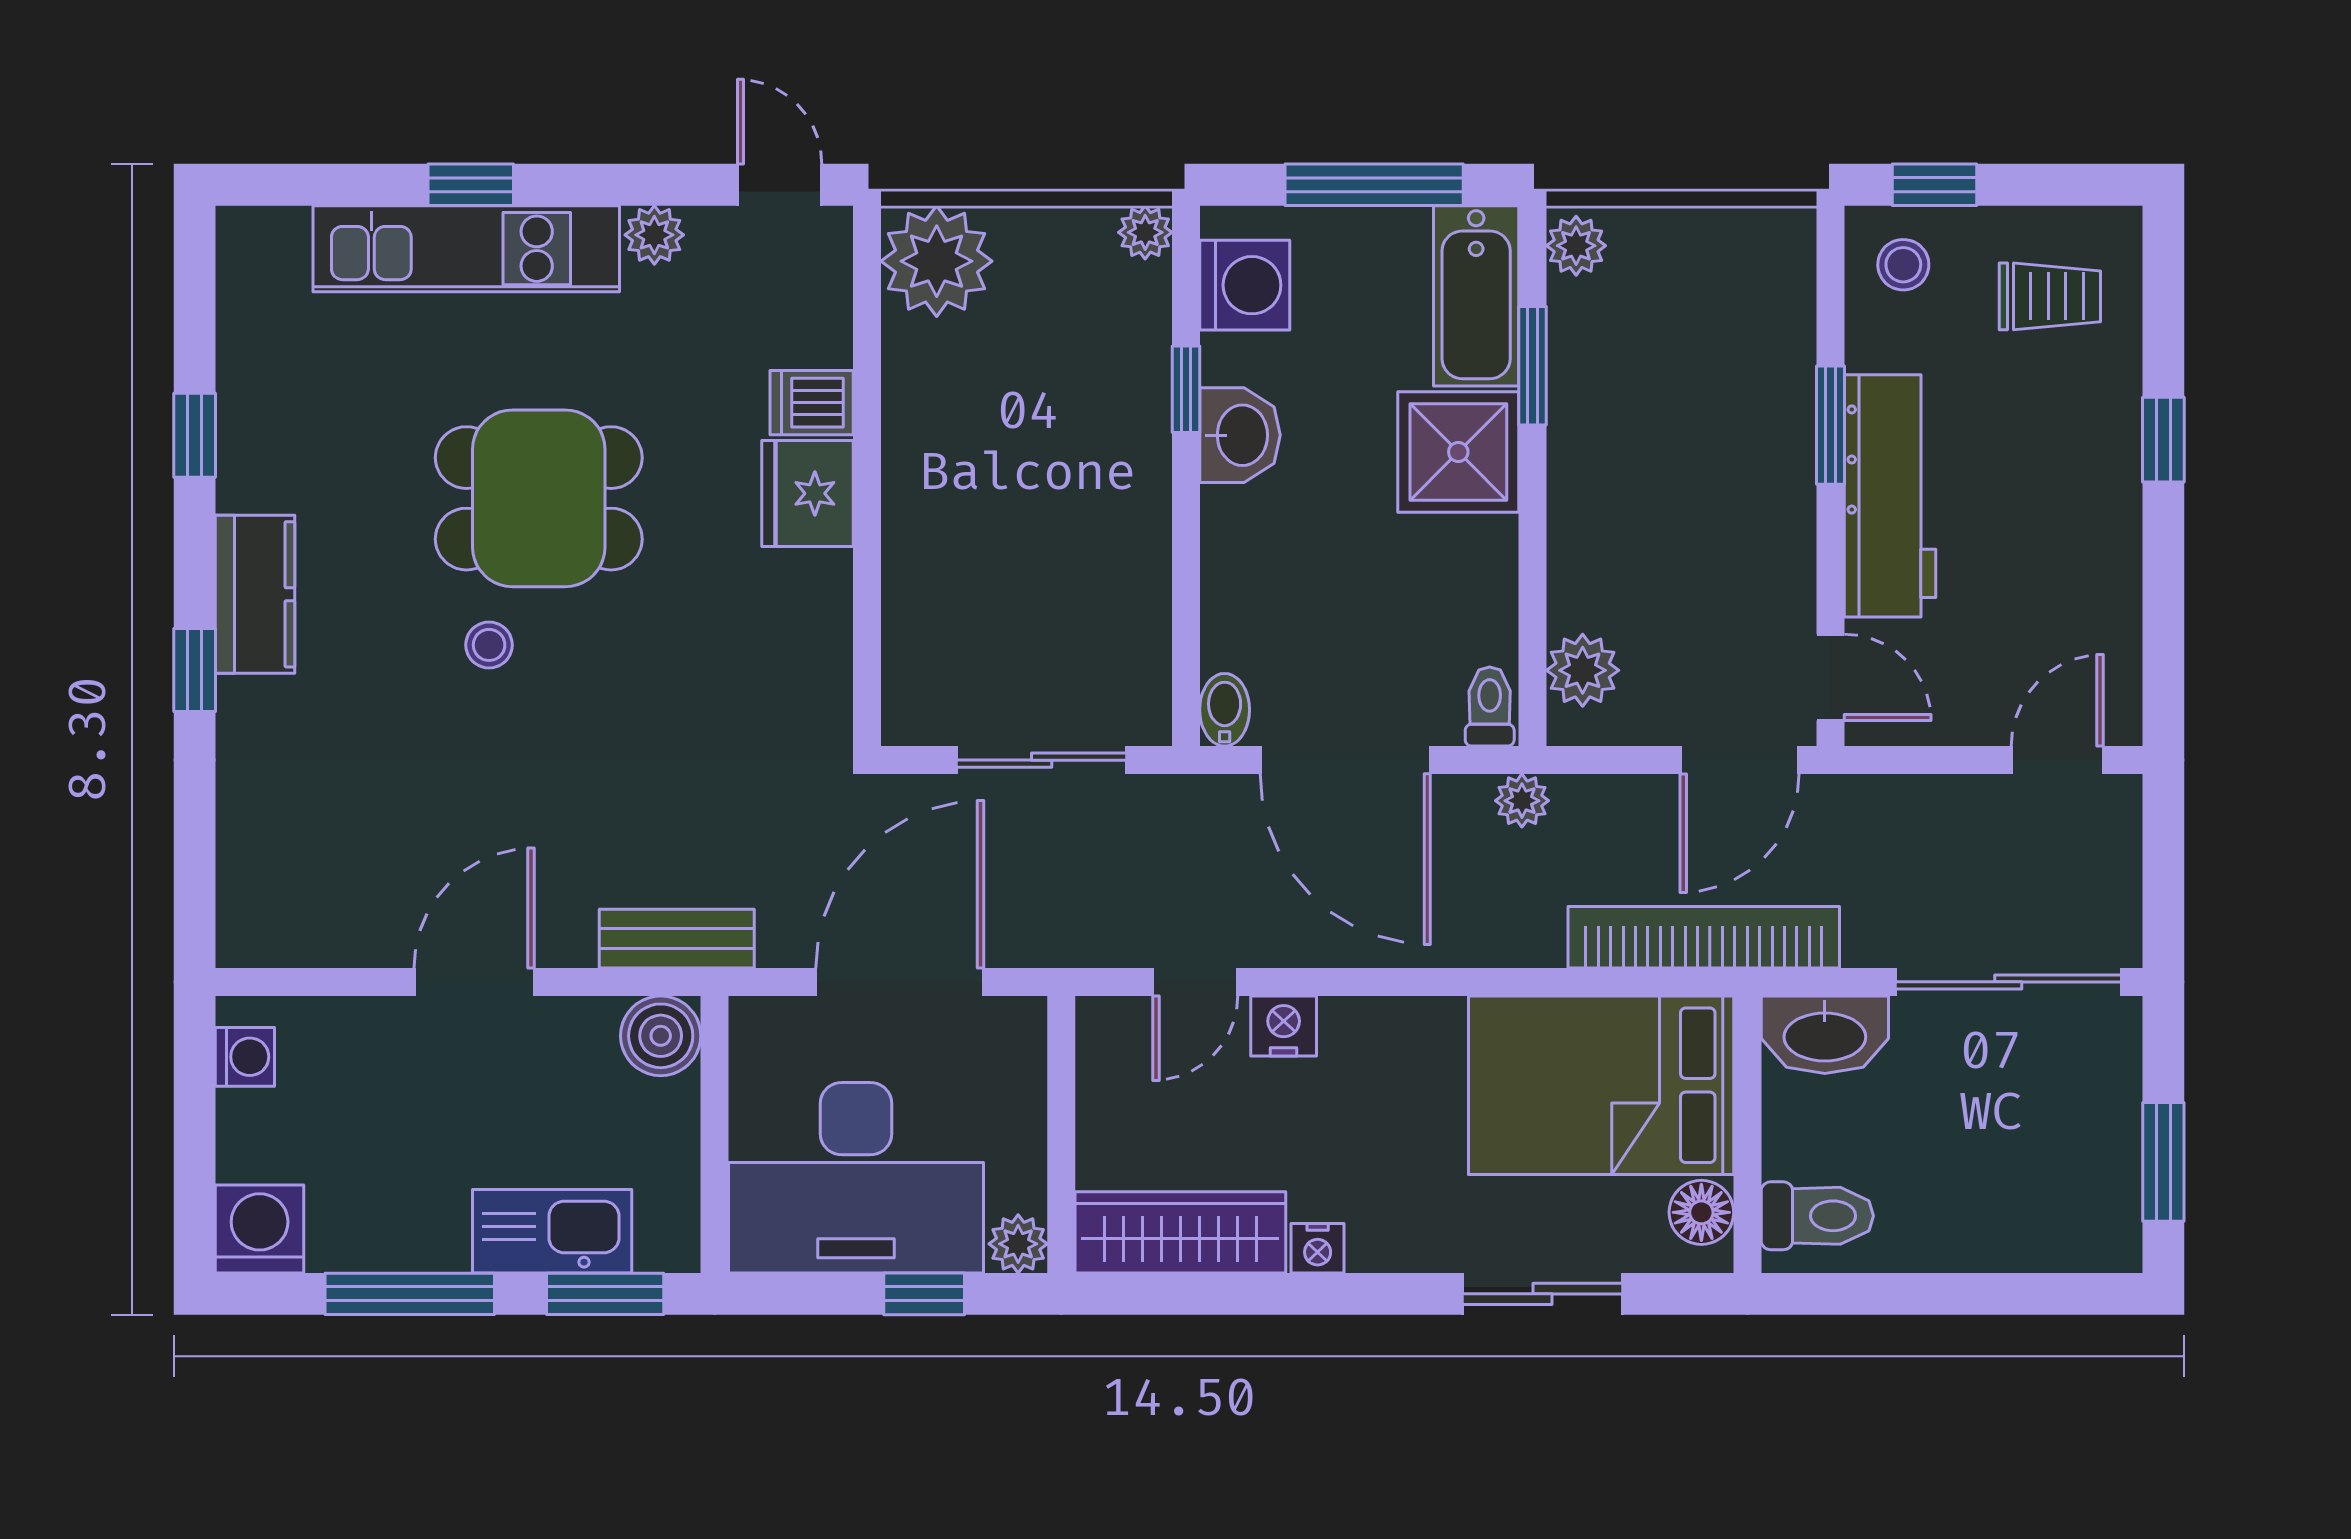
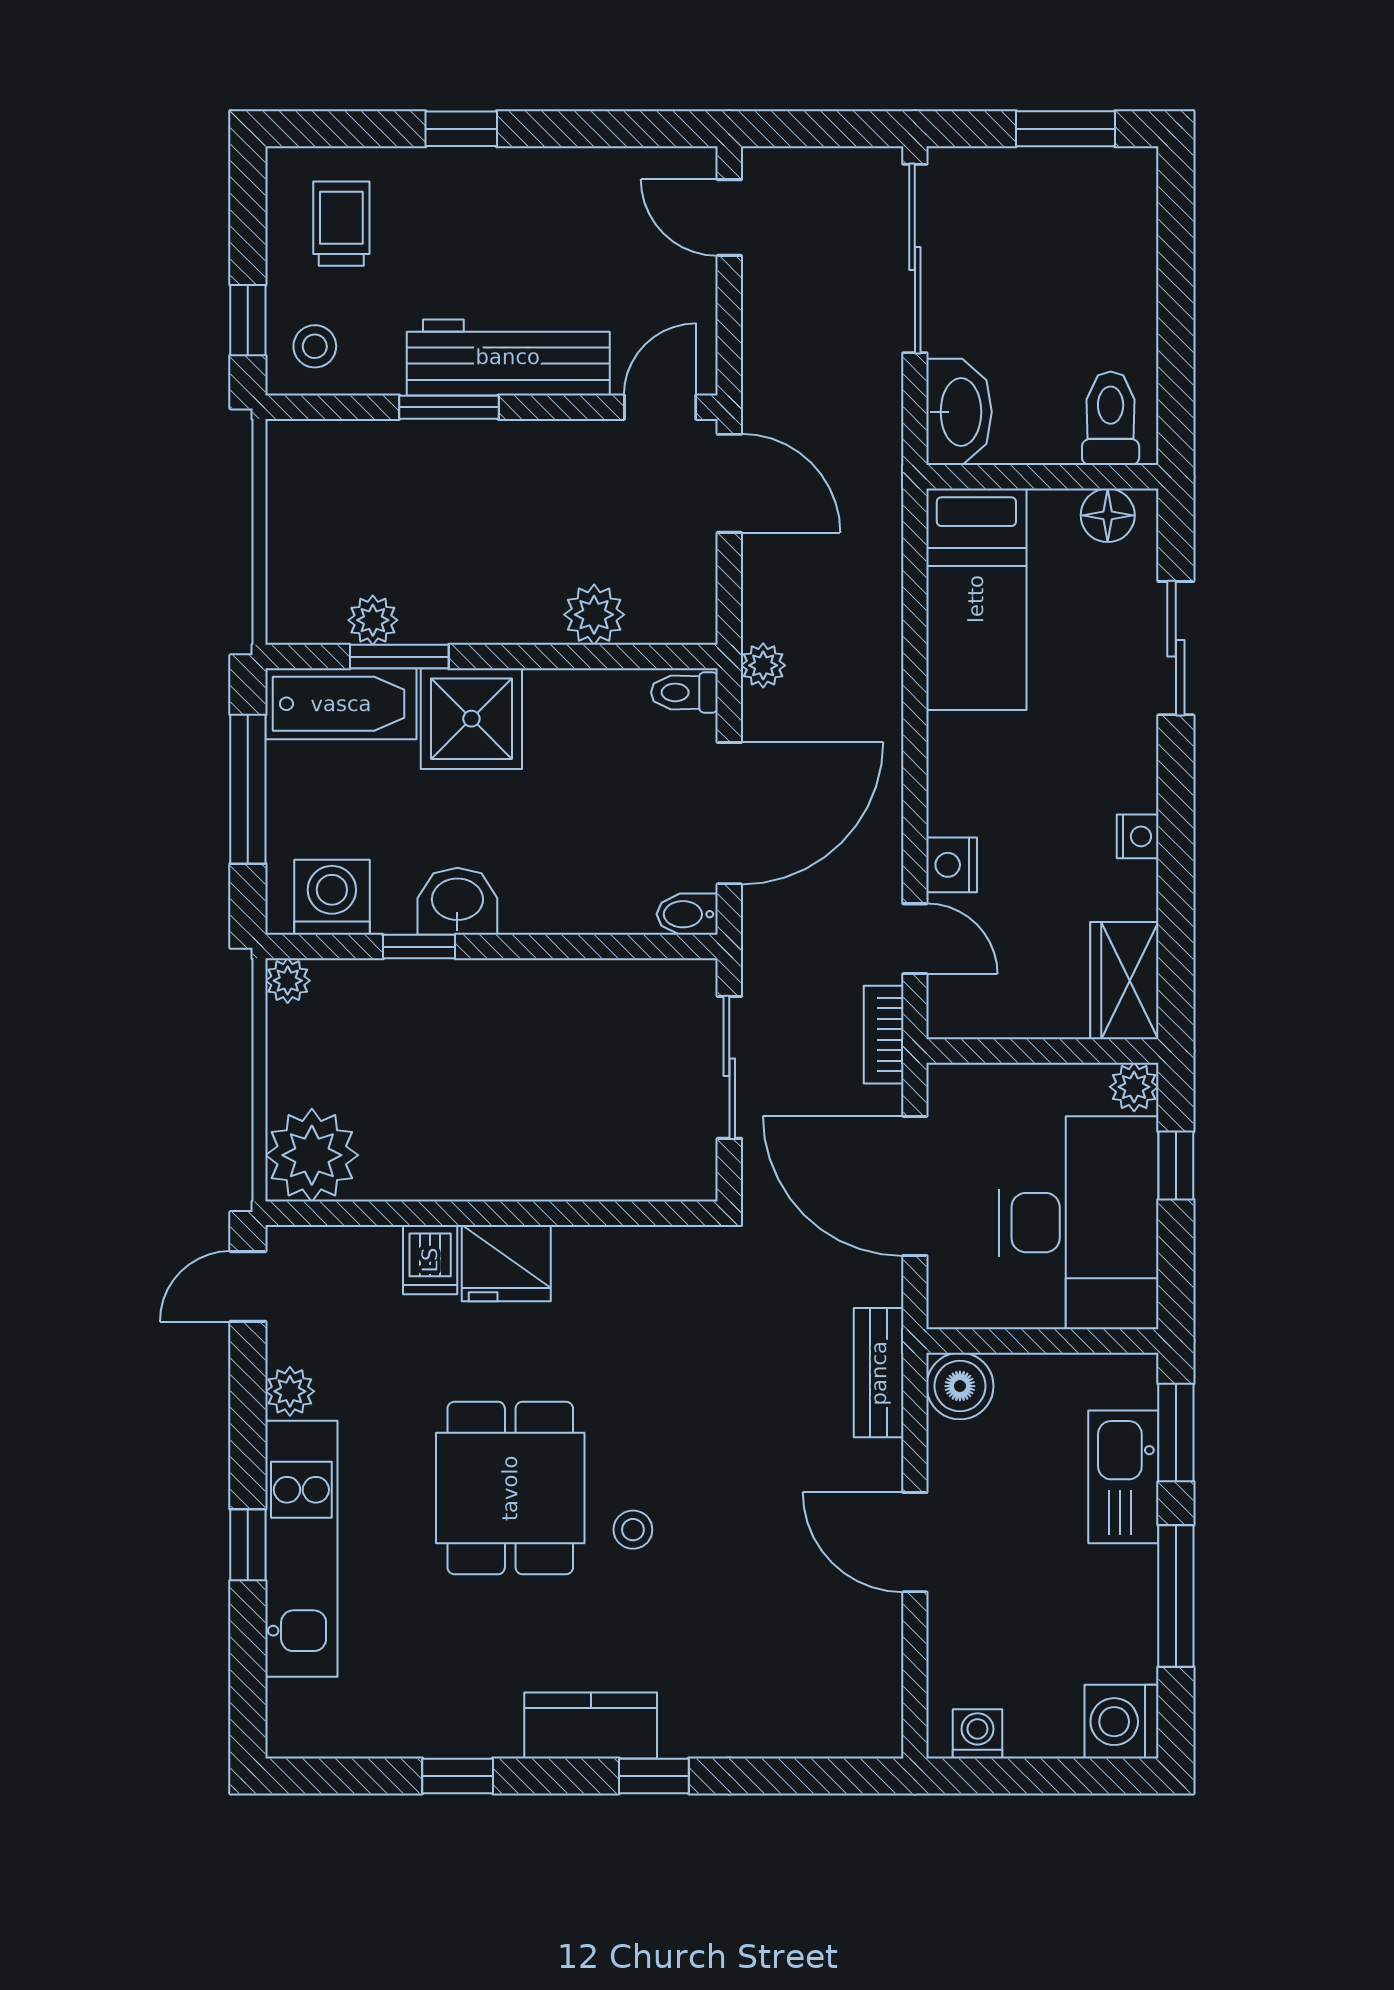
plant: (1576, 246) -> (373, 620), moved
plant: (1583, 670) -> (594, 615), moved
bookcase: (1704, 937) -> (884, 1035), moved, width x0.43, depth x0.76
bed: (1601, 1085) -> (976, 599), width x0.67
wardrobe: (1180, 1232) -> (1124, 981), width x0.67

